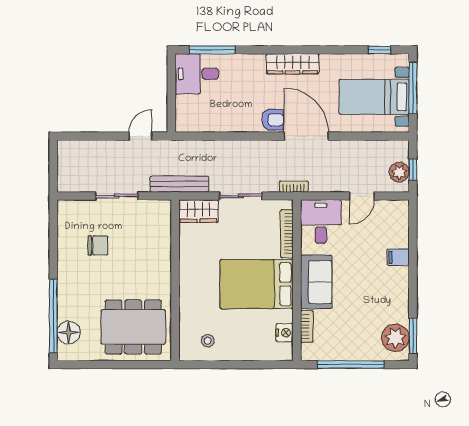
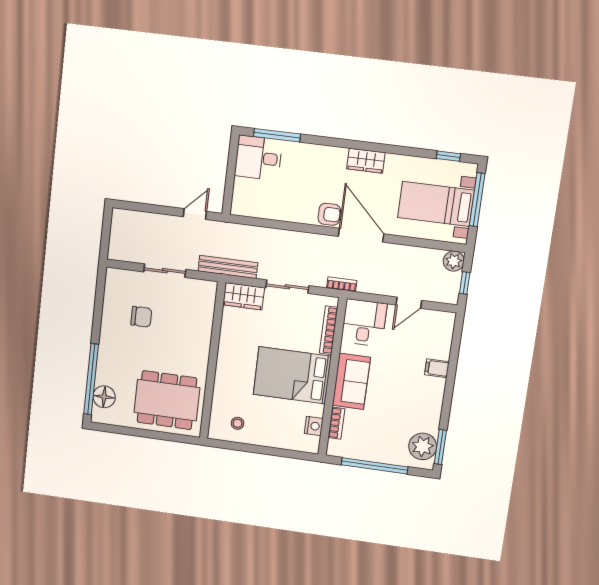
wardrobe: (293, 64) -> (366, 161), width x0.67
plant: (399, 172) -> (454, 261), moved

